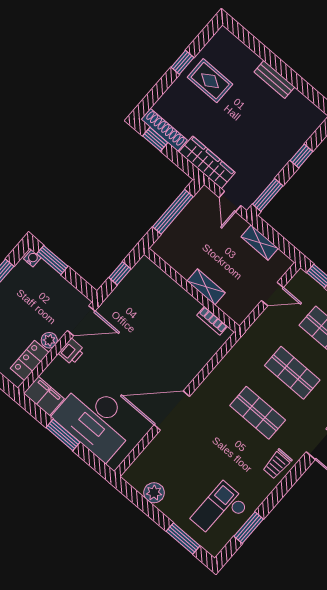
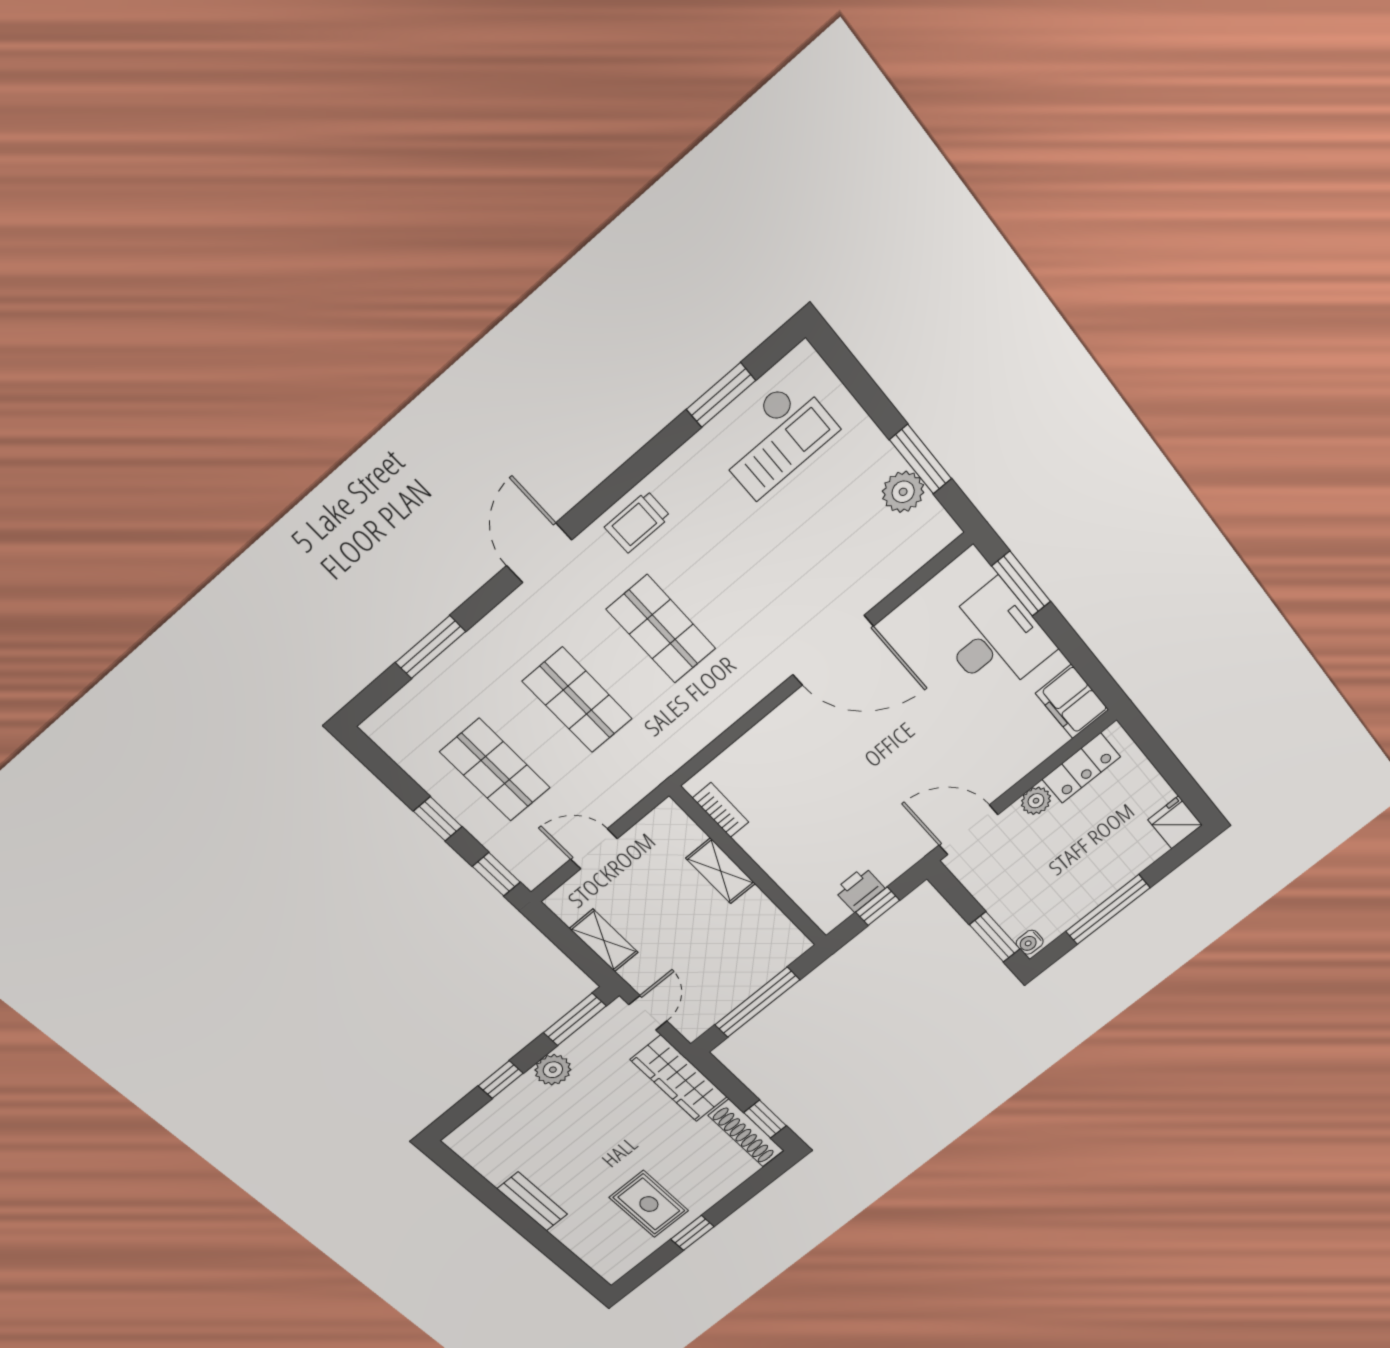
plant: (275, 164) -> (553, 1070), added
printer: (72, 352) -> (859, 889), moved
desk: (96, 420) -> (996, 639), width x0.73, depth x0.77
window: (63, 435) -> (1021, 584), moved
trolley: (277, 464) -> (638, 522), turned 180
window: (183, 539) -> (921, 459), moved

